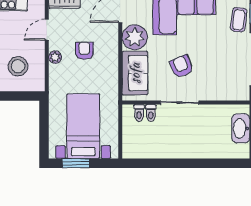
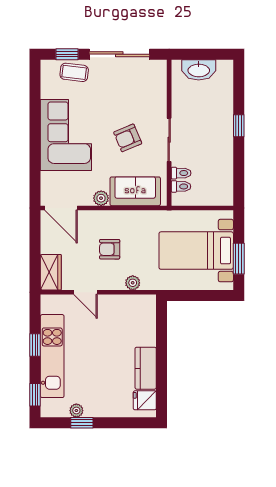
plant: (135, 37) -> (101, 198), width x0.53, depth x0.53
plant: (55, 57) -> (133, 283), moved
stool: (18, 66) -> (128, 325), removed
window: (192, 163) -> (239, 126), added

